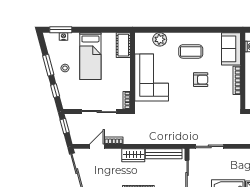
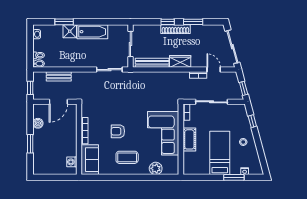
window: (61, 30) -> (234, 177), moved
cot: (123, 45) -> (189, 139), moved
window: (48, 65) -> (259, 145), removed
door: (97, 146) -> (214, 70), swing flipped

